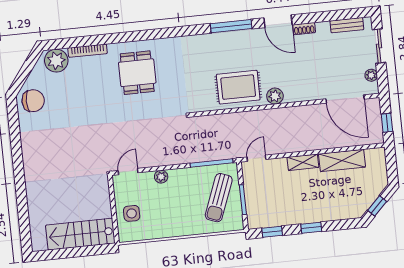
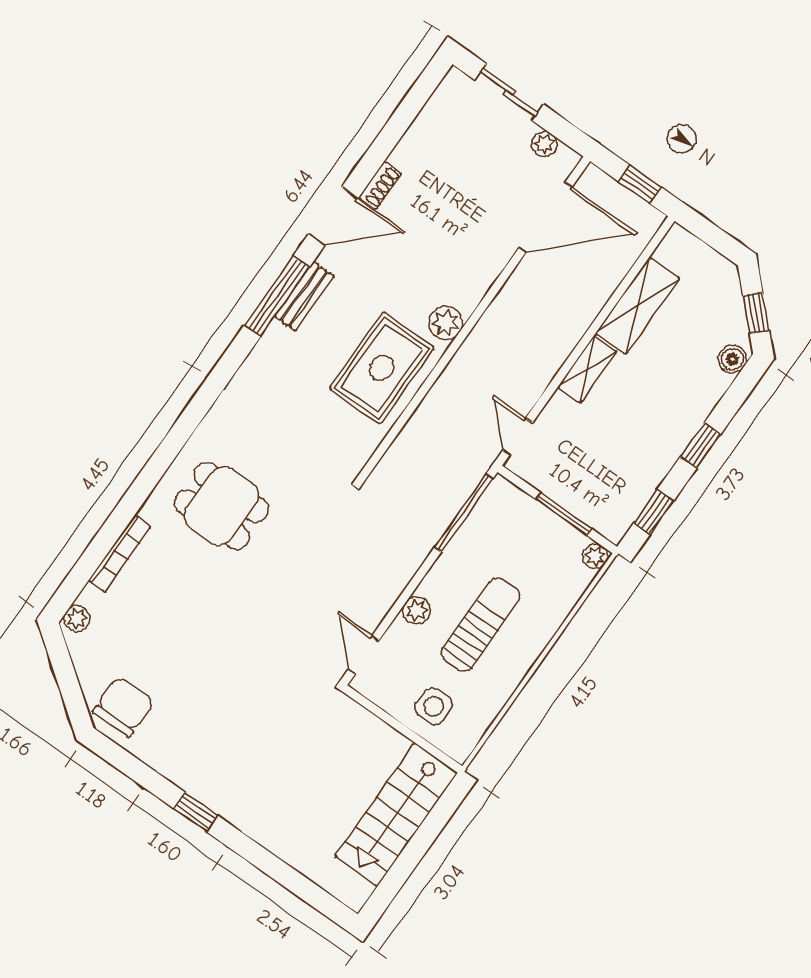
bench: (347, 25) -> (304, 296), moved
plant: (56, 61) -> (77, 619), width x0.53, depth x0.53
window: (18, 160) -> (196, 812), added
sun lounger: (219, 198) -> (481, 625), moved, turned -111
boiler: (353, 212) -> (732, 359), added
plant: (237, 225) -> (595, 556), added

